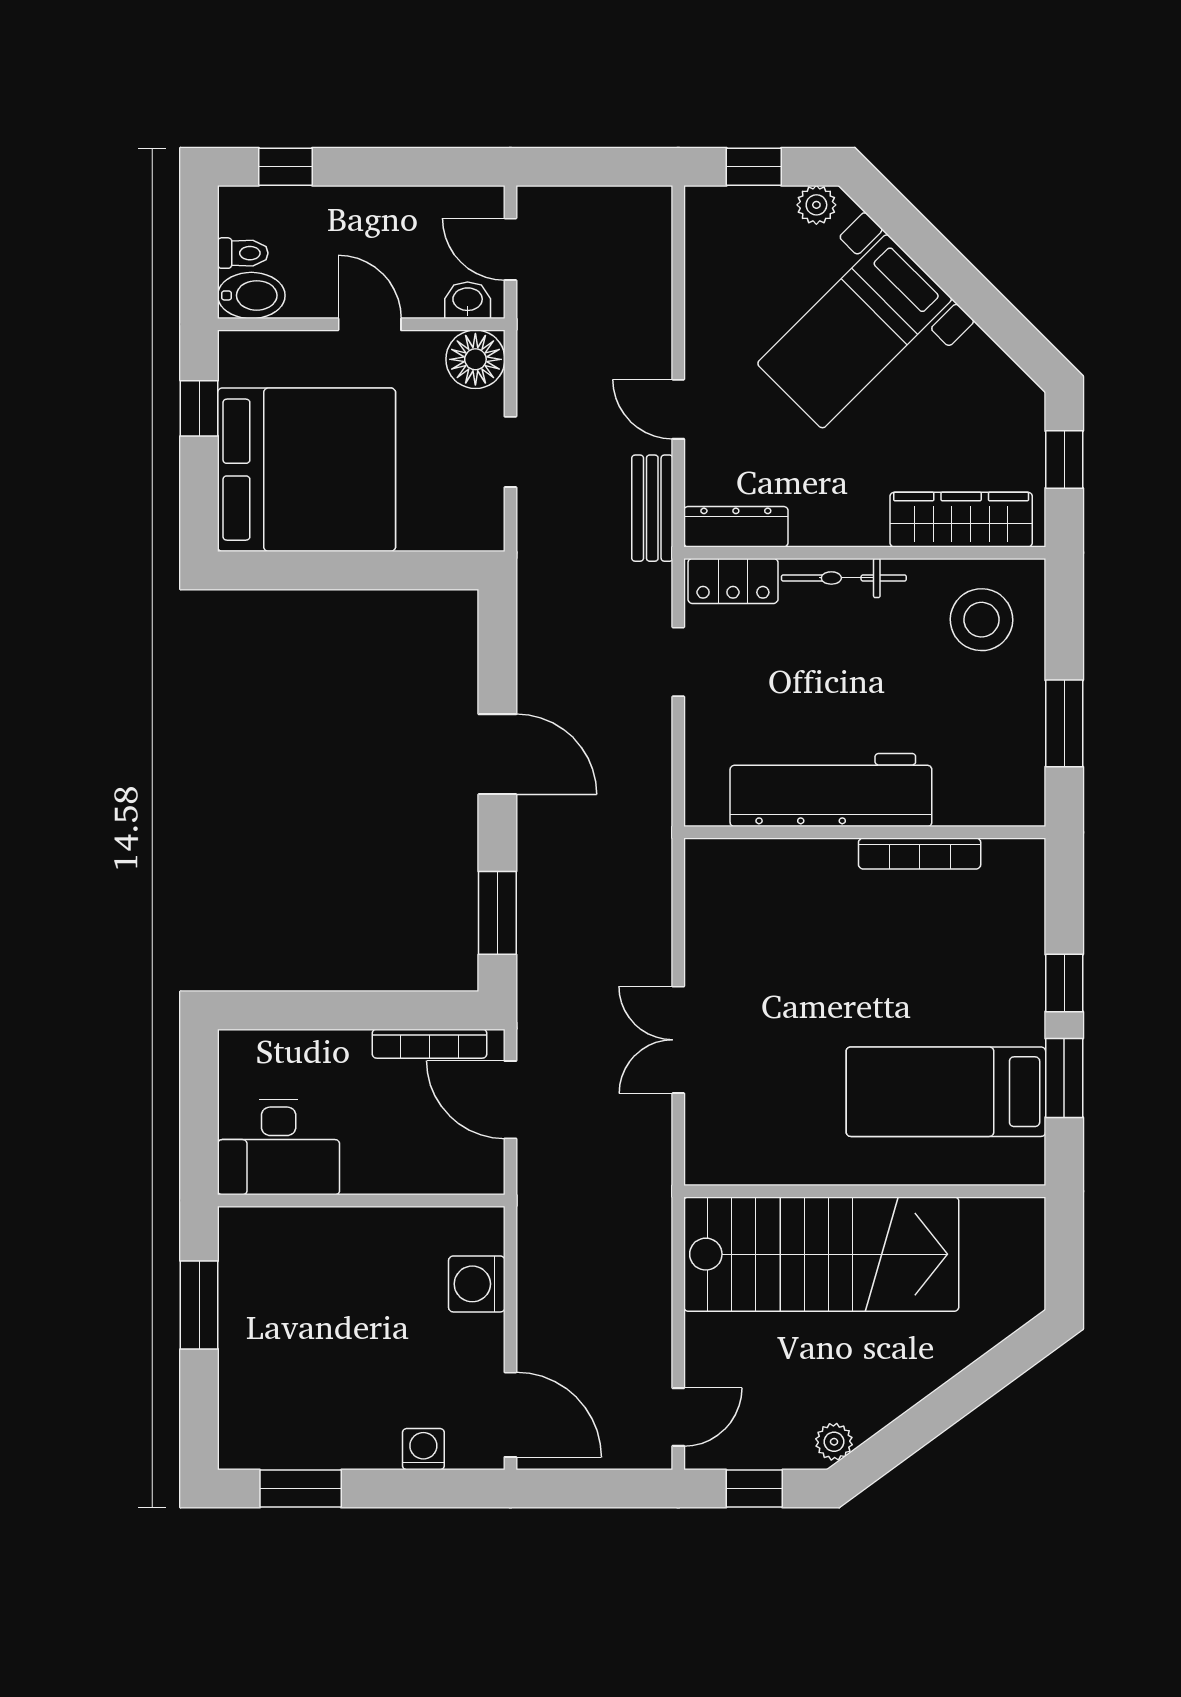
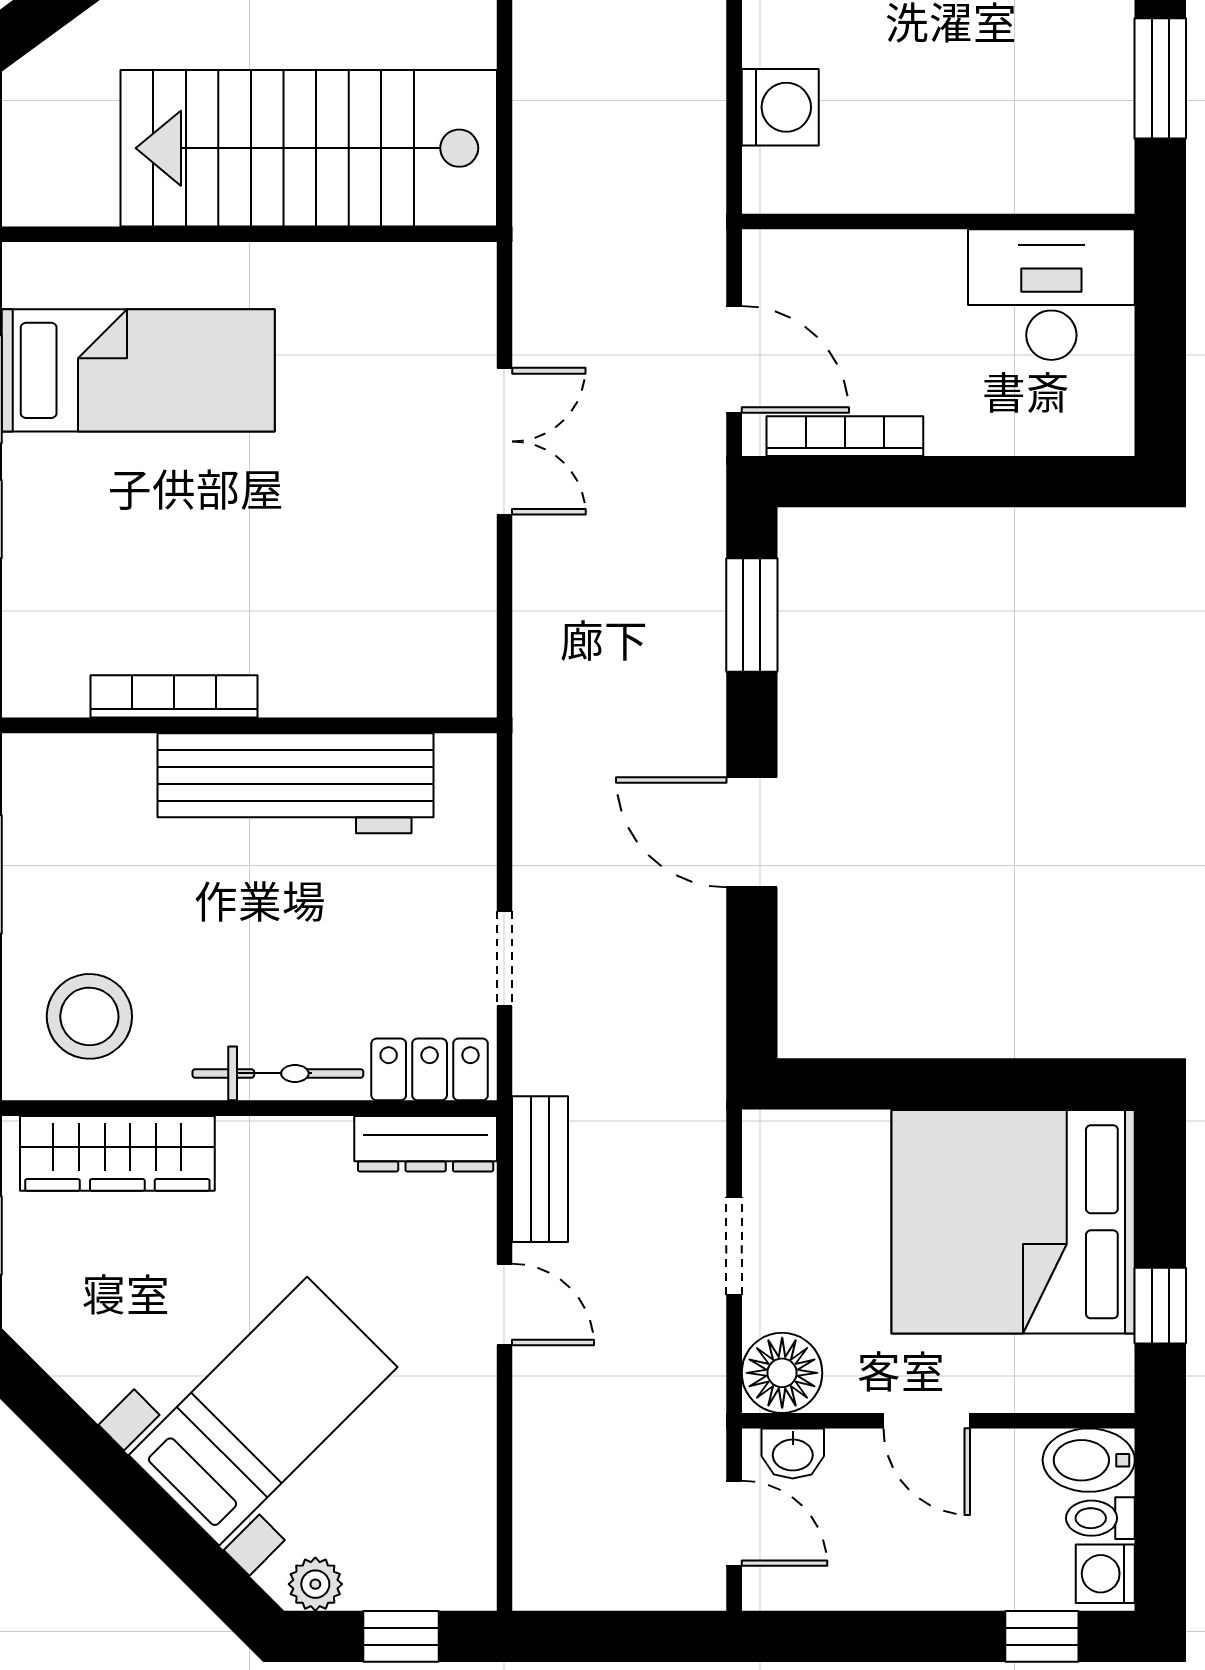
washing machine: (239, 212) -> (1105, 1574), added

